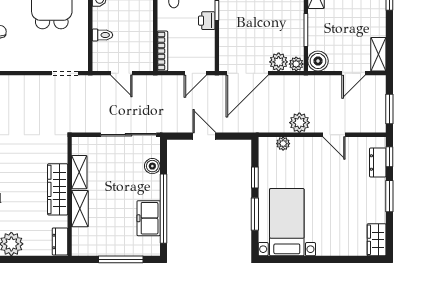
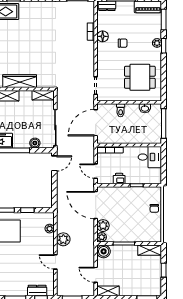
printer: (207, 21) -> (119, 179), moved
door: (121, 73) -> (96, 123), width x1.87
door: (334, 135) -> (55, 262), hinge flipped
door: (204, 136) -> (54, 163), moved
shelving: (79, 172) -> (43, 95), moved

